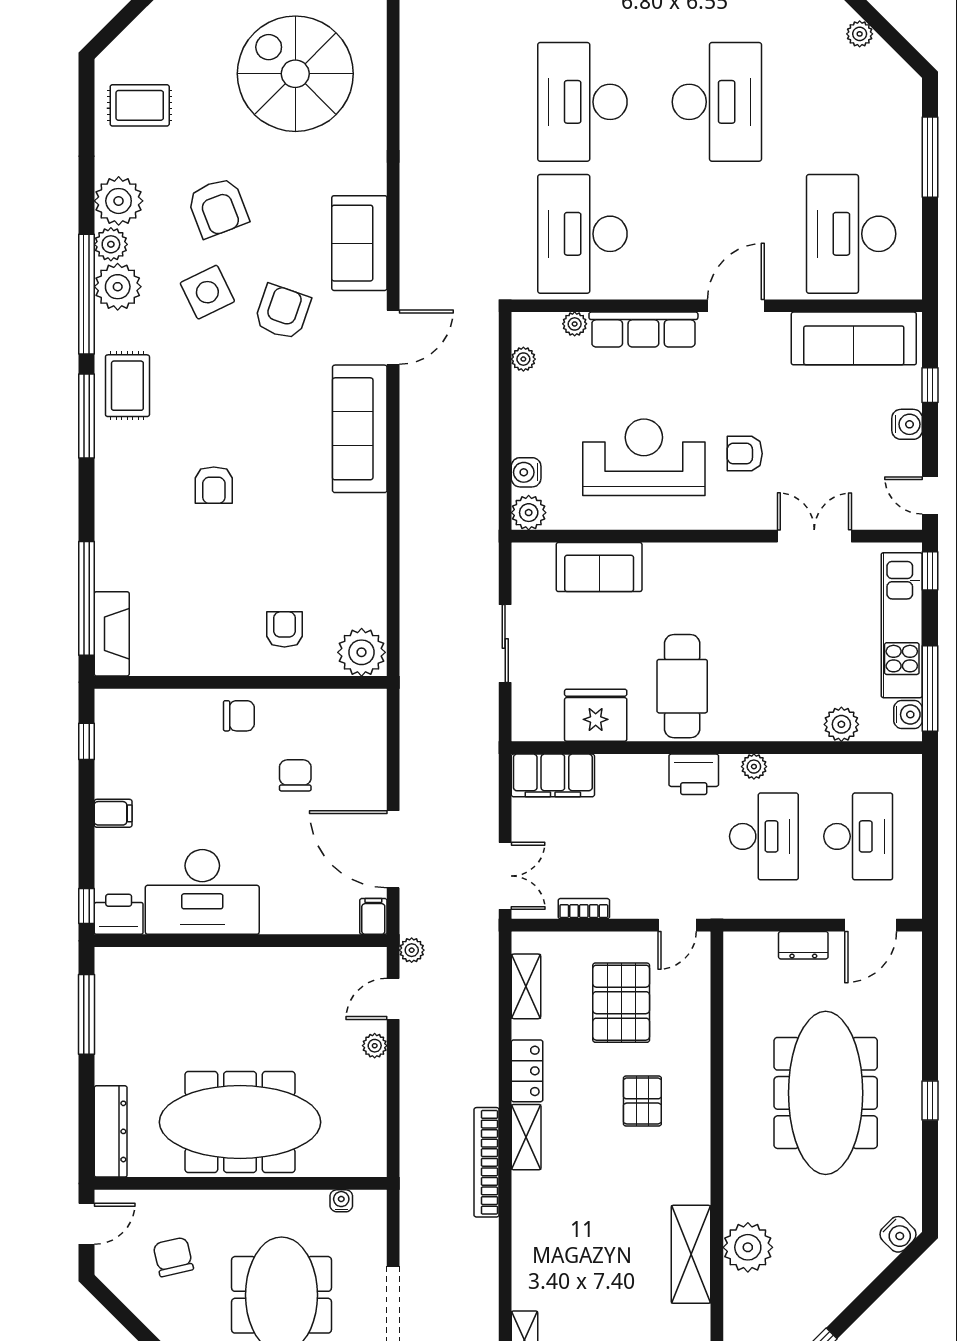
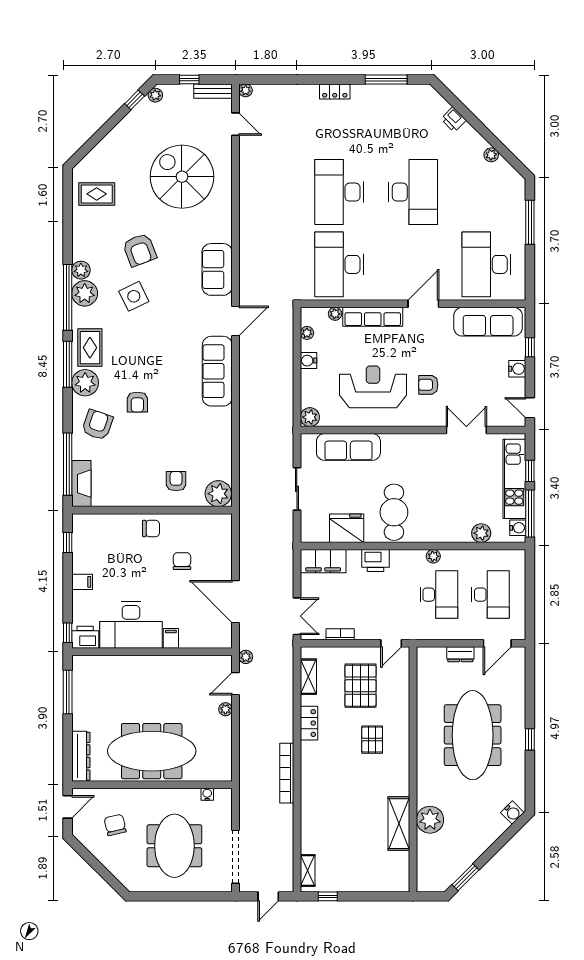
plant: (119, 201) -> (85, 383), moved
armchair: (282, 312) -> (97, 425), moved
water cooler: (526, 472) -> (308, 361), moved
sofa: (599, 567) -> (348, 447), width x1.36
window: (930, 571) -> (530, 471), moved
printer: (694, 774) -> (376, 561), moved
filing cabinet: (373, 916) -> (171, 638), moved
shelving: (526, 1137) -> (308, 759), removed

